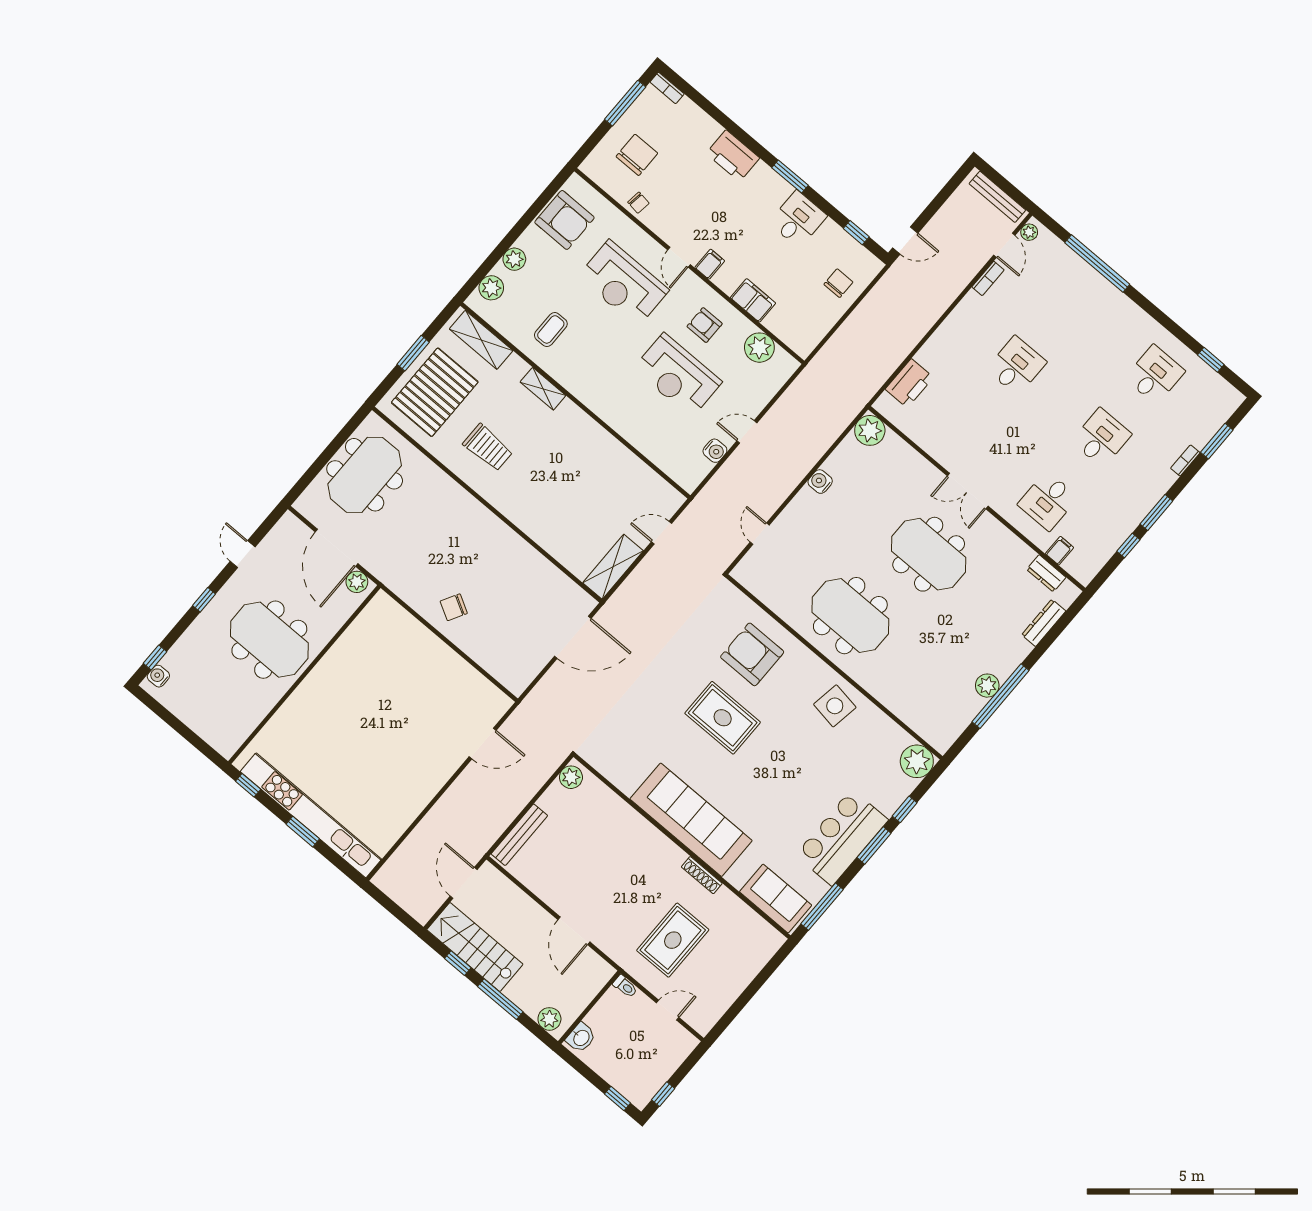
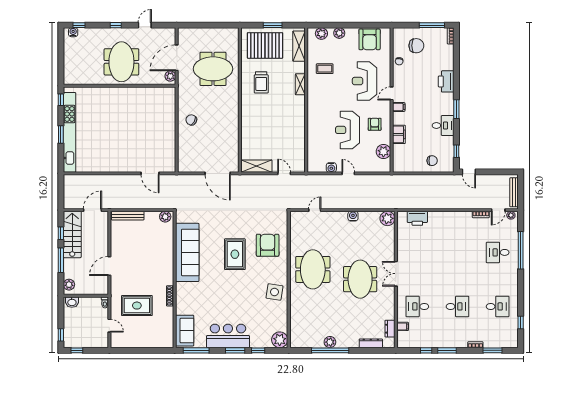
desk: (1016, 366) -> (498, 252), moved, turned 180
meeting table: (365, 475) -> (213, 69), moved
sofa: (691, 820) -> (187, 252), moved

